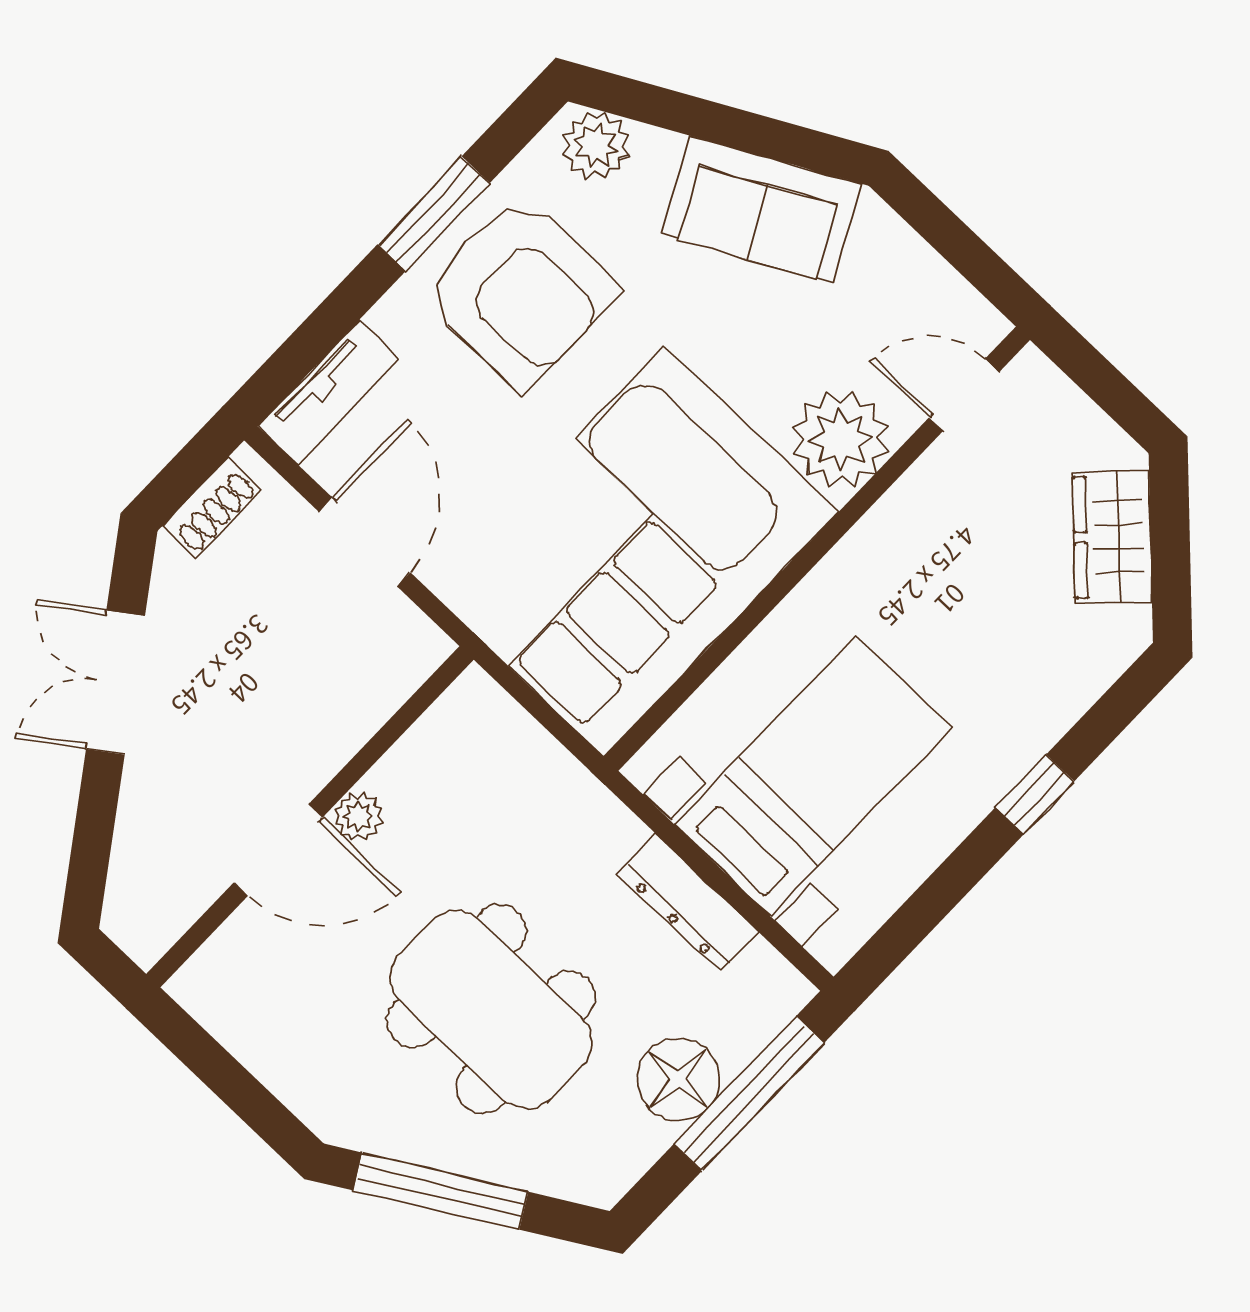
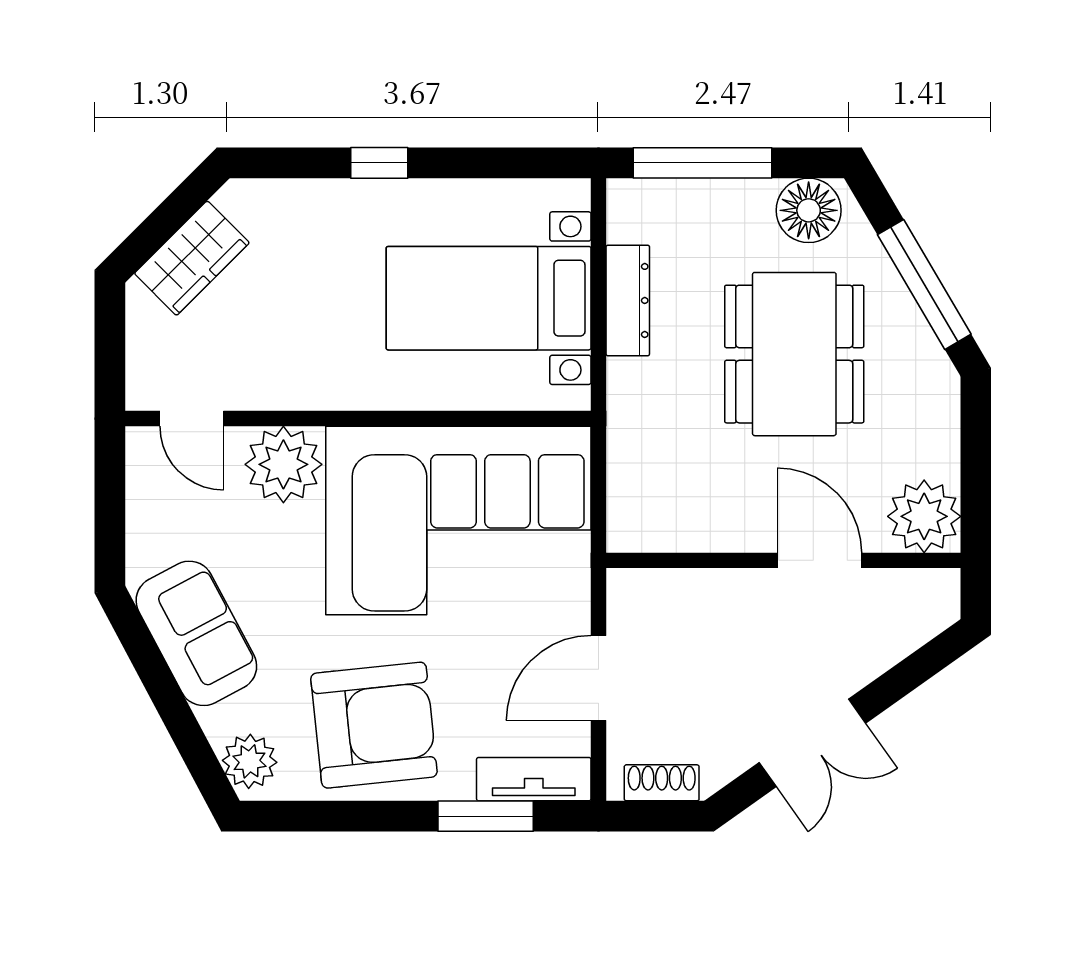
window: (434, 214) -> (486, 816), moved
armchair: (519, 293) -> (374, 725), turned 84
plant: (358, 816) -> (924, 516), moved, width x1.87, depth x1.87
floor lamp: (678, 1079) -> (809, 210), moved

